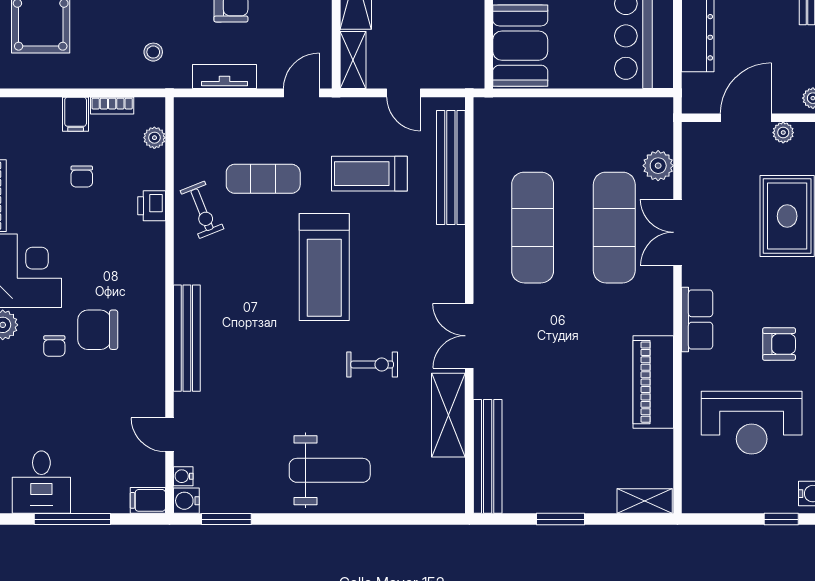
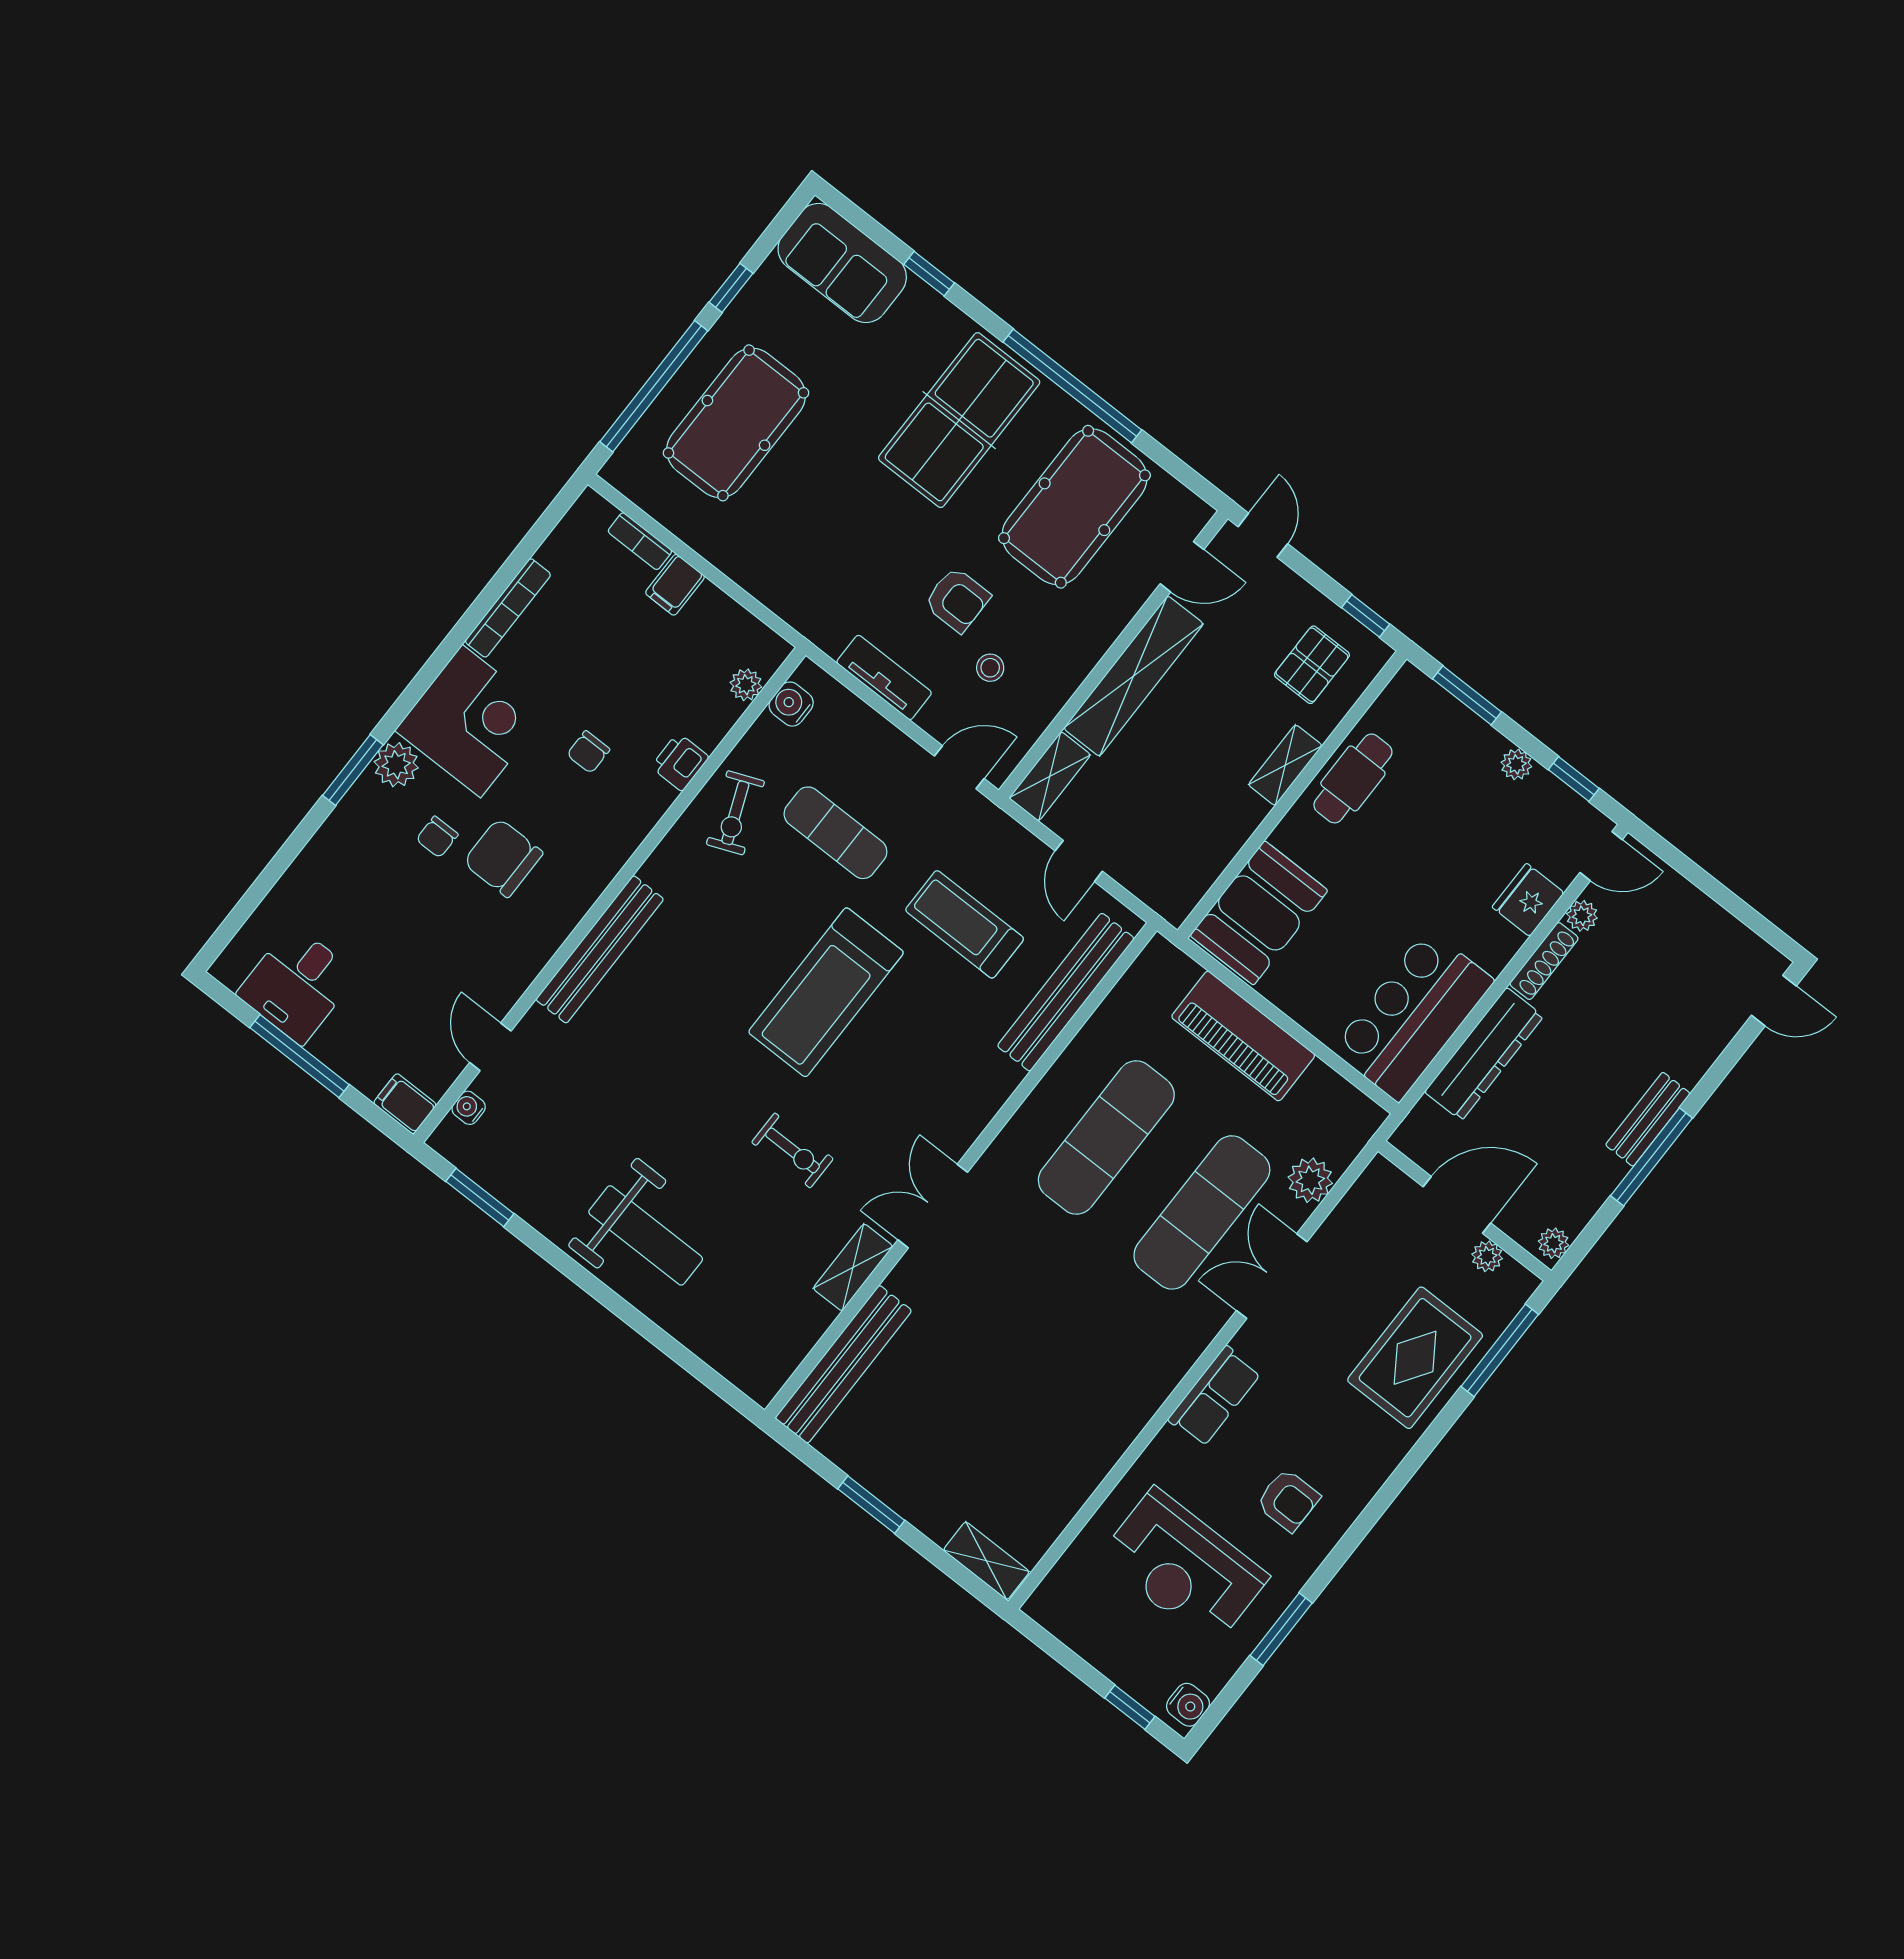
stool: (153, 52) -> (990, 668), moved
bookcase: (112, 106) -> (640, 541), moved
chair: (82, 177) -> (588, 752), moved
piano: (653, 382) -> (1243, 1036), moved, turned -90
shelving: (448, 415) -> (853, 1267), width x0.67, depth x0.75
water cooler: (186, 501) -> (791, 704), moved

